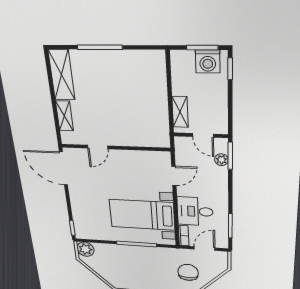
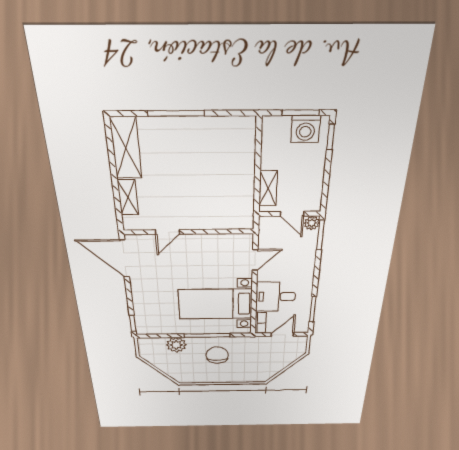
plant: (221, 160) -> (312, 223), moved
plant: (85, 249) -> (176, 345), moved
chair: (188, 272) -> (217, 355), moved

